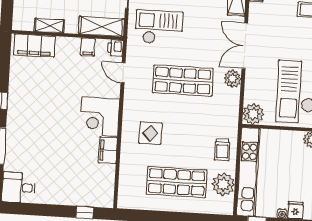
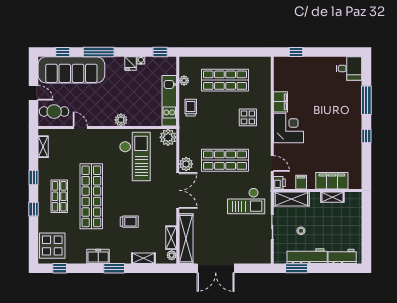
filing cabinet: (34, 46) -> (332, 181), moved
kitchen unit: (248, 172) -> (169, 101), width x0.73
plant: (223, 184) -> (184, 81), width x0.53, depth x0.53

